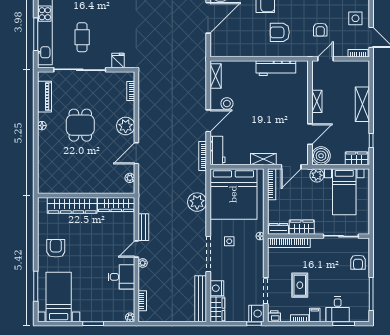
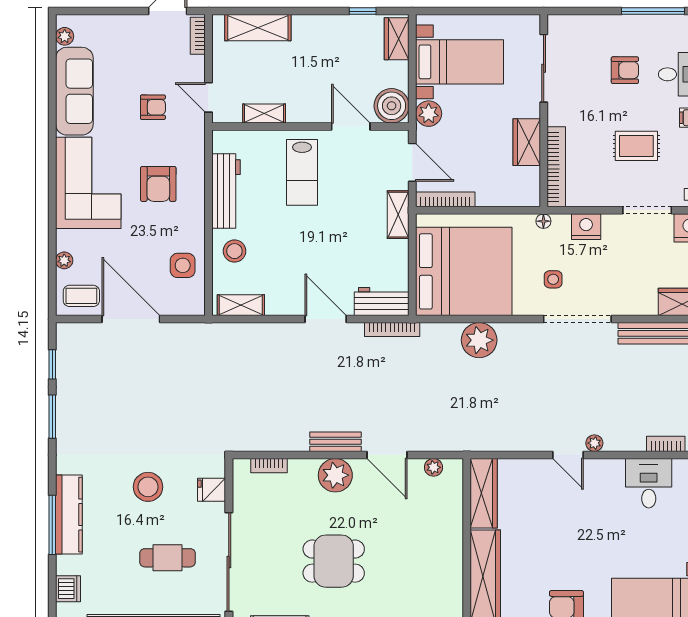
side table: (355, 18) -> (183, 265), moved
stool: (120, 27) -> (148, 487), added
shelving: (317, 101) -> (264, 114), moved
stool: (227, 104) -> (234, 251), moved
shelving: (362, 104) -> (258, 28), moved
lab bench: (286, 108) -> (302, 172), added
bench: (143, 227) -> (336, 442), moved
dresser: (279, 229) -> (530, 186), removed
armchair: (358, 262) -> (625, 70), moved
desk: (121, 277) -> (649, 483), moved
nightstand: (217, 288) -> (586, 227), moved, turned 180

